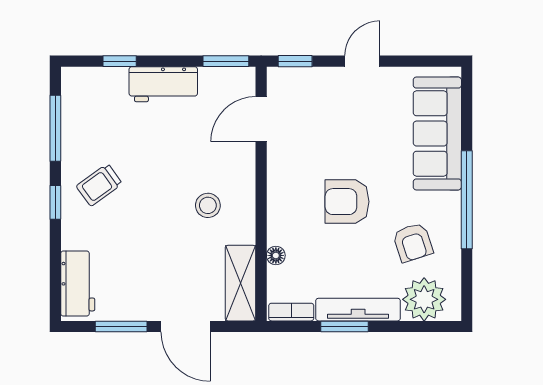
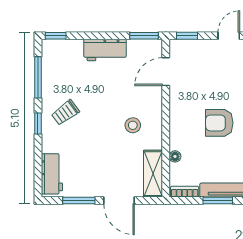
window: (120, 61) -> (56, 36), moved

